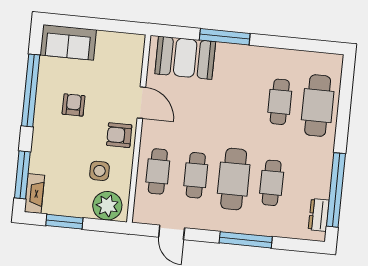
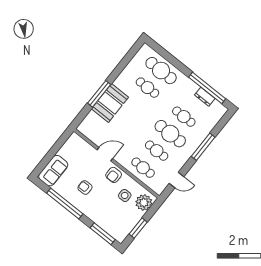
booth: (185, 58) -> (110, 103), moved
fireplace: (34, 194) -> (115, 234), removed
dresser: (319, 215) -> (205, 97), moved

